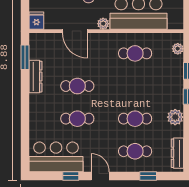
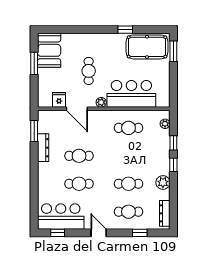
fridge: (36, 21) -> (59, 100), moved
window: (71, 176) -> (58, 233), moved

